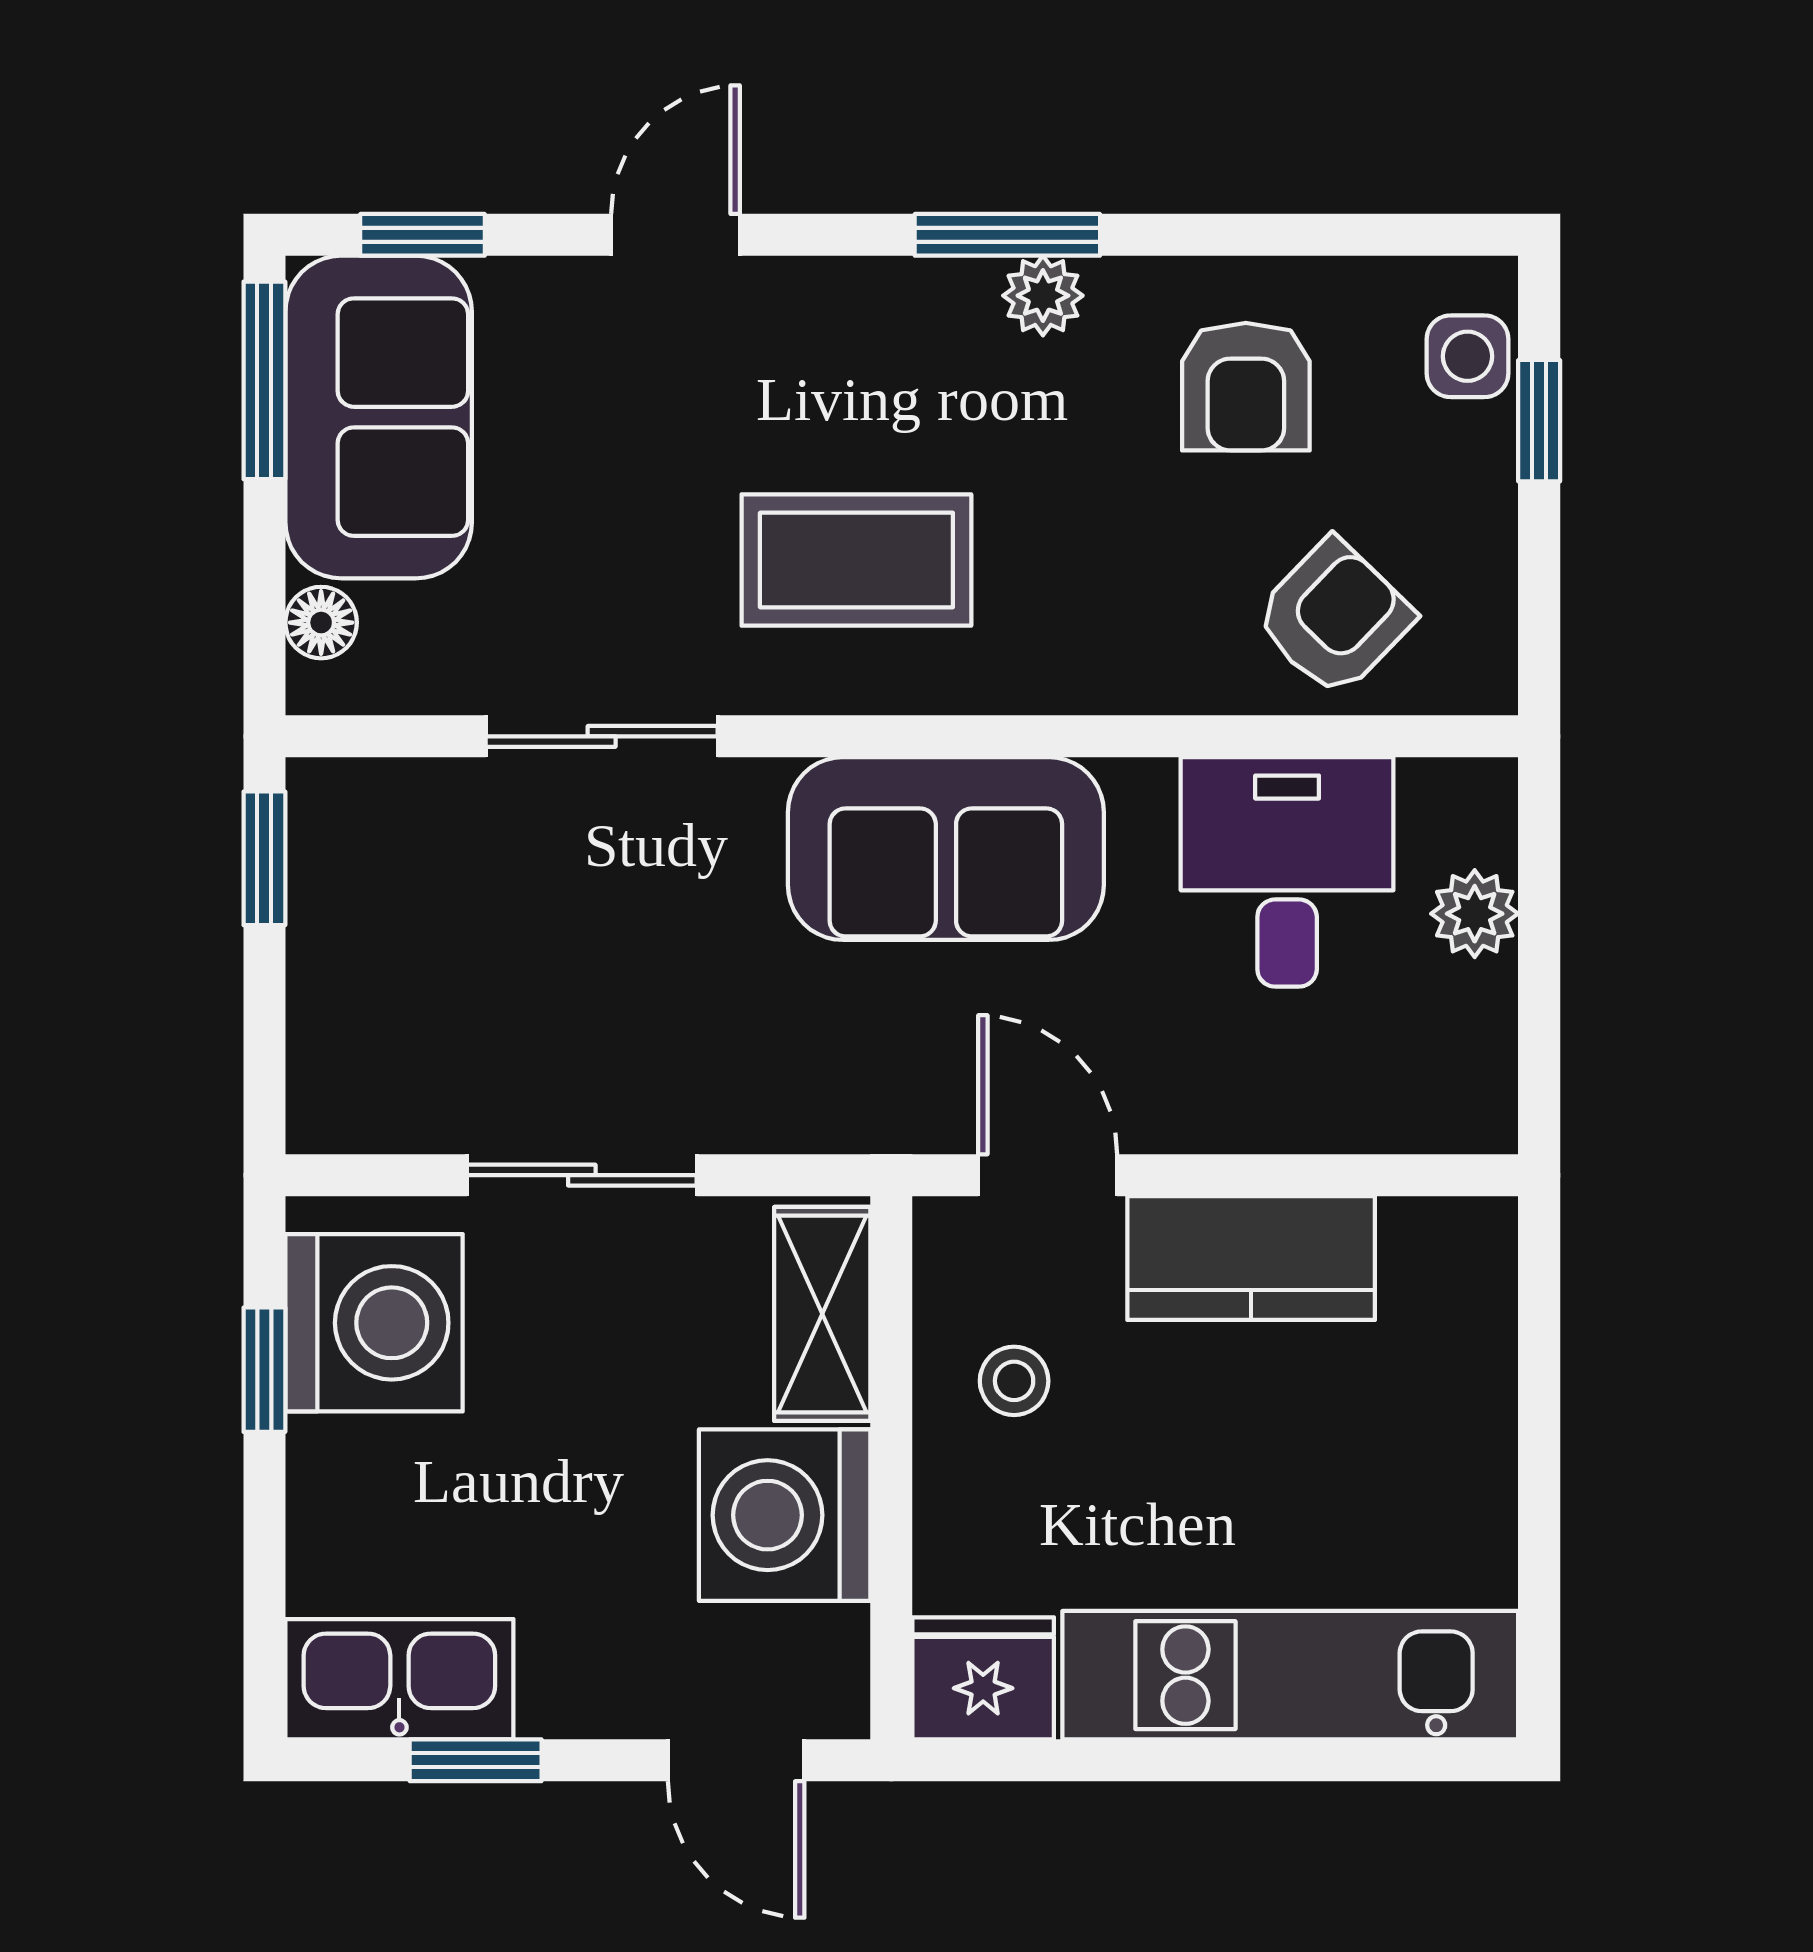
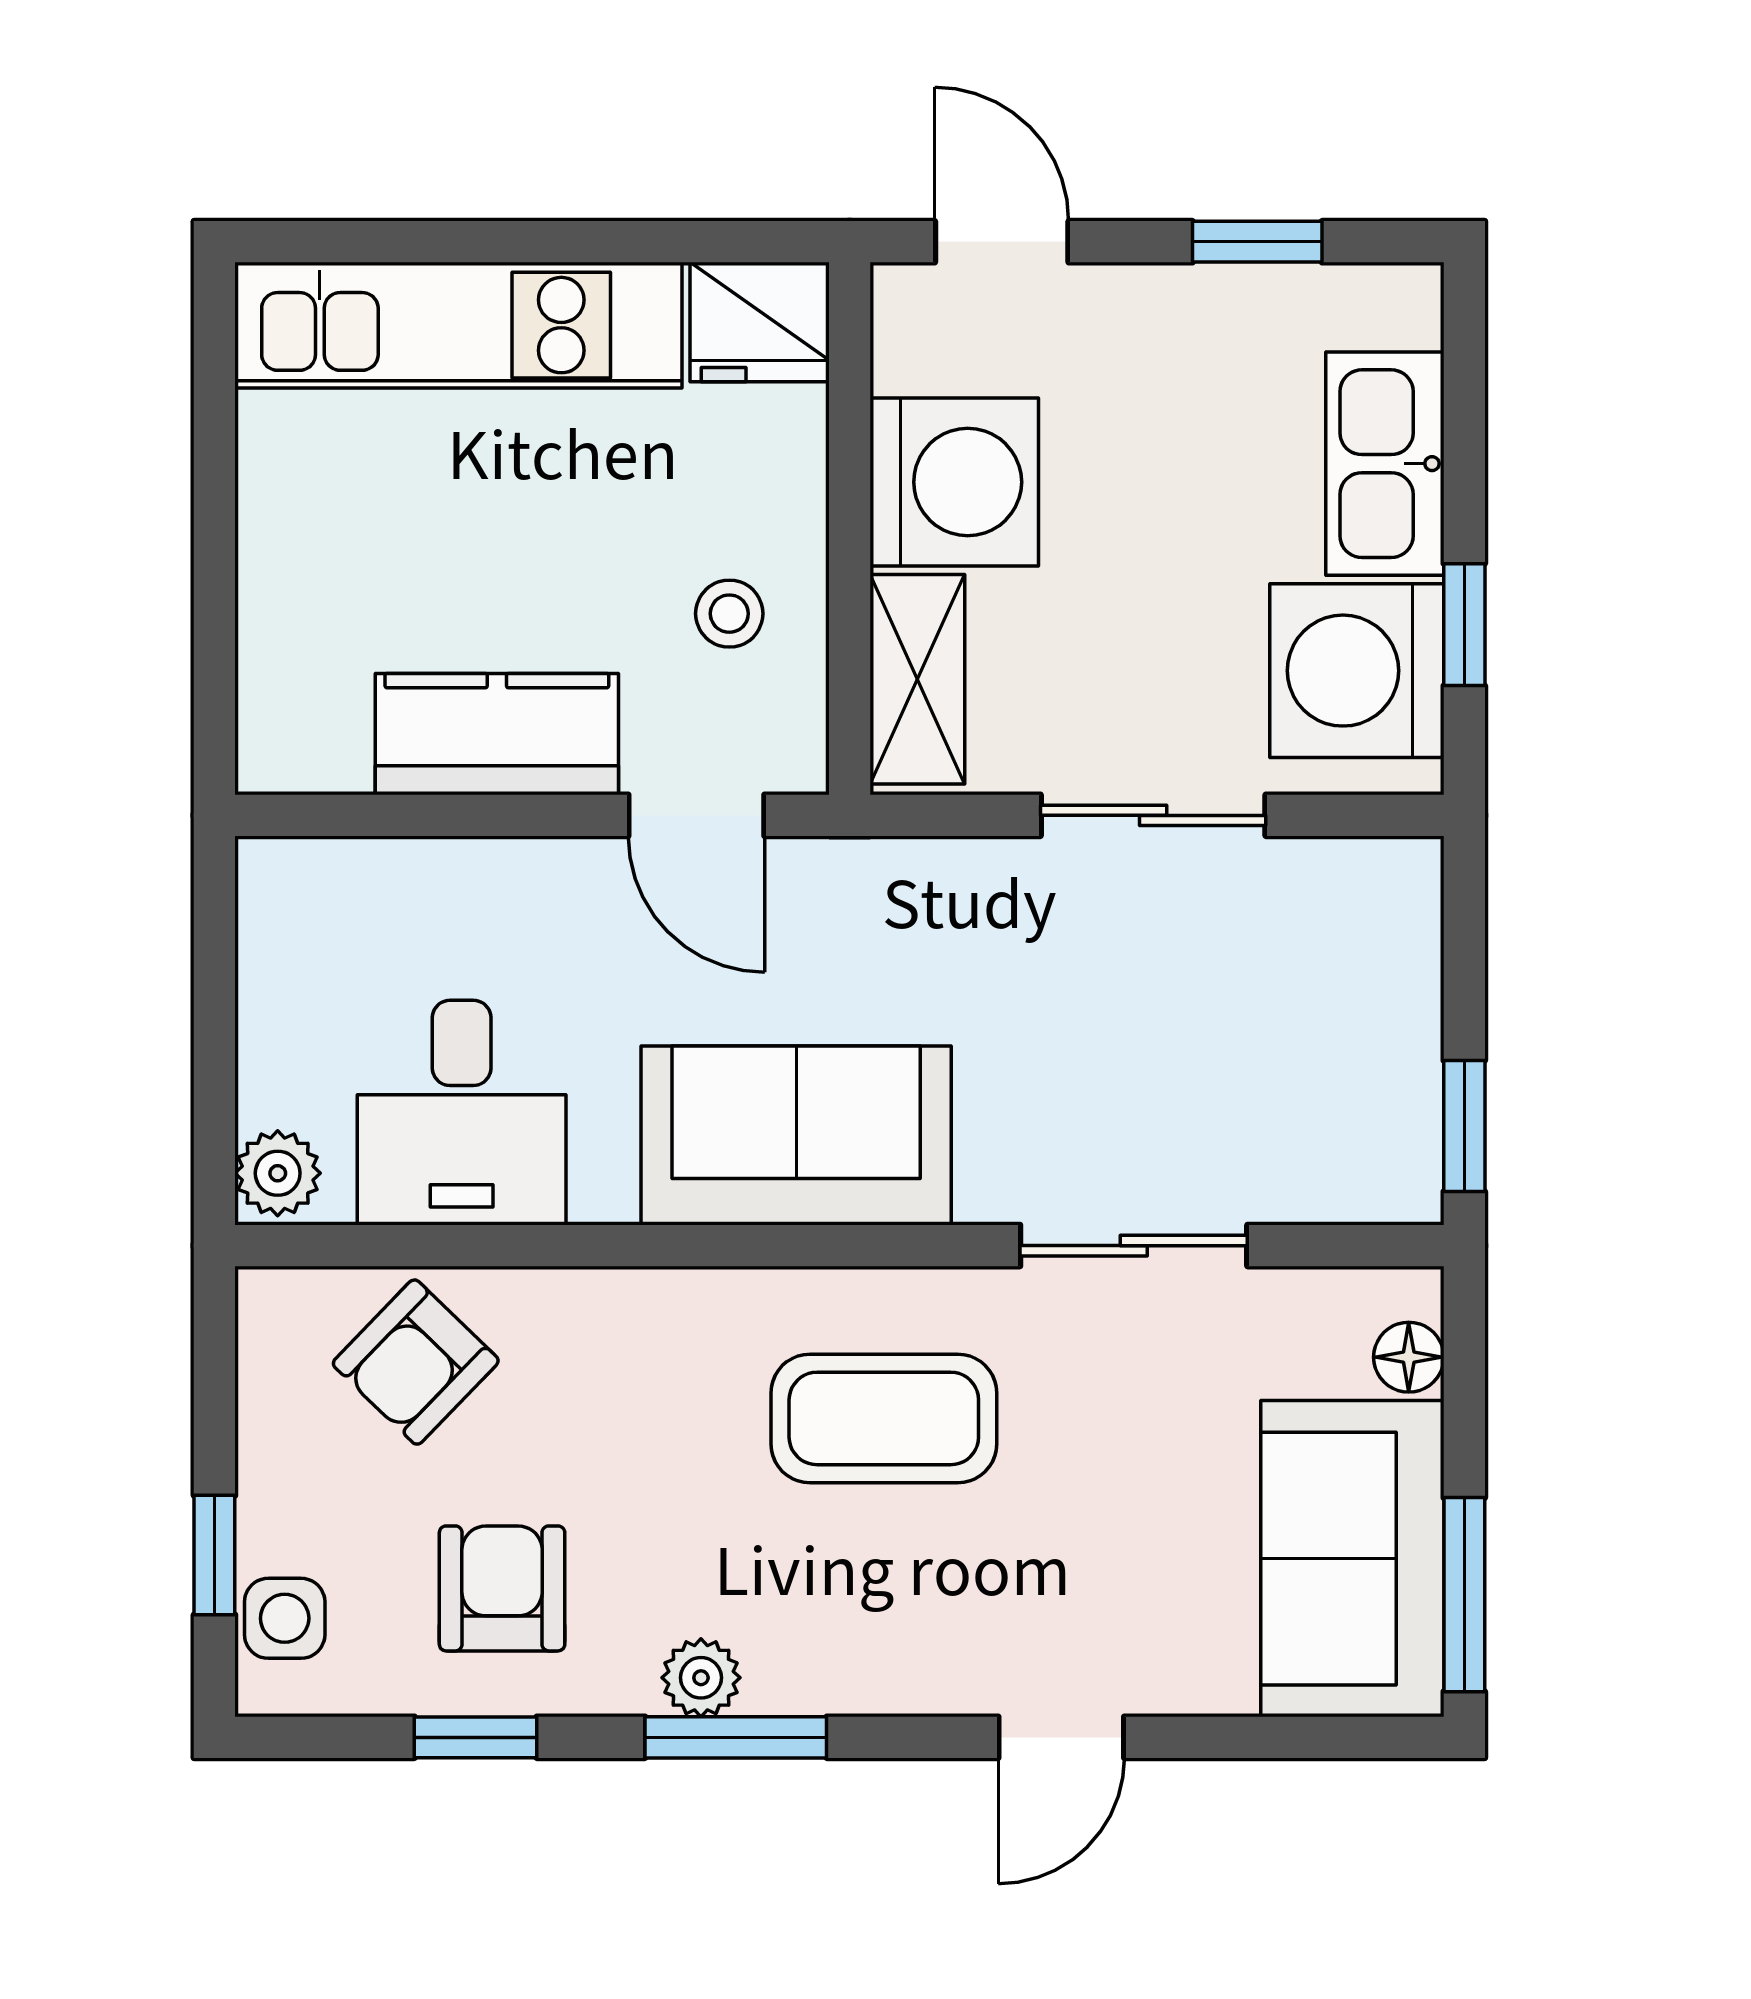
window: (423, 235) -> (476, 1737), moved
plant: (1475, 914) -> (278, 1173), moved
kitchen sink: (399, 1679) -> (1385, 464), moved, turned 90

